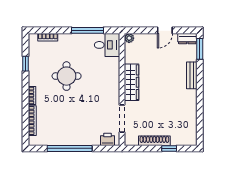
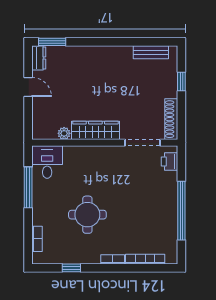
plant: (129, 38) -> (64, 133), moved
bench: (192, 75) -> (151, 52), moved
shoe rack: (154, 141) -> (171, 119), moved

